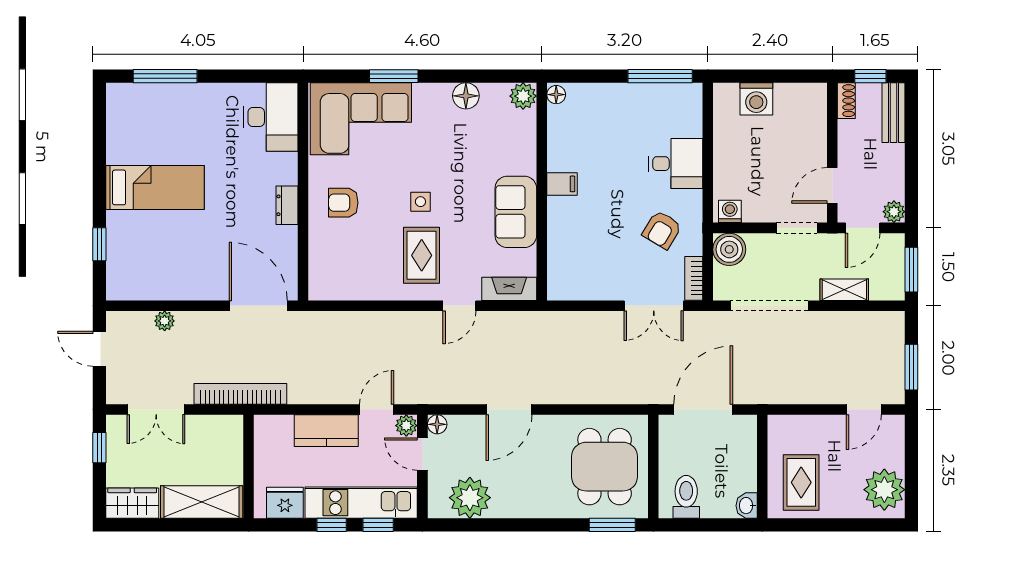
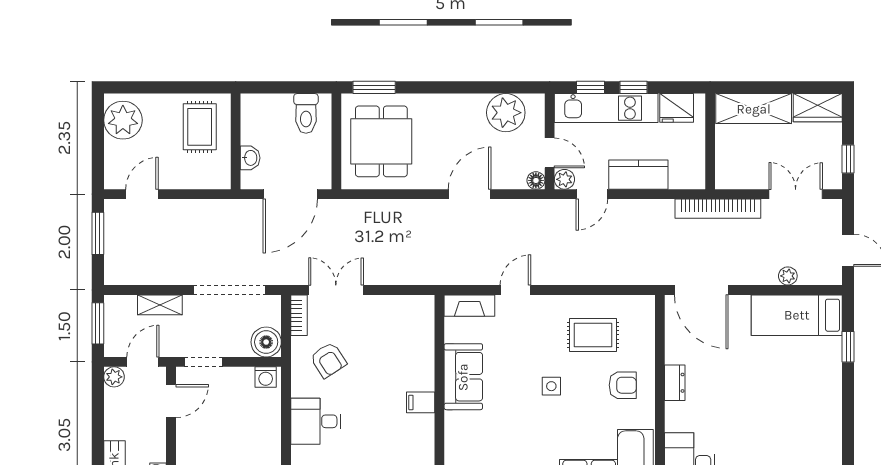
bed: (155, 187) -> (797, 315), moved
armchair: (662, 230) -> (328, 360), turned 116
rug: (422, 255) -> (593, 335), moved, turned 90
washbasin: (747, 506) -> (250, 158), moved

